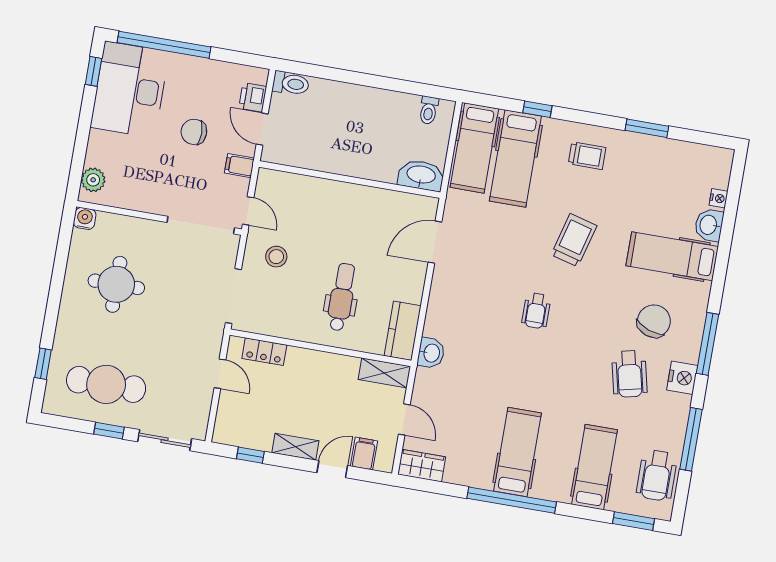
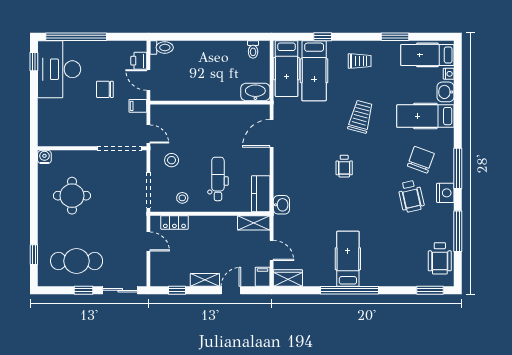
plant: (93, 180) -> (46, 131), removed
stool: (283, 317) -> (182, 198), added
filing cabinet: (364, 454) -> (263, 277), moved
hospital bed: (594, 467) -> (427, 55), moved, turned -90

